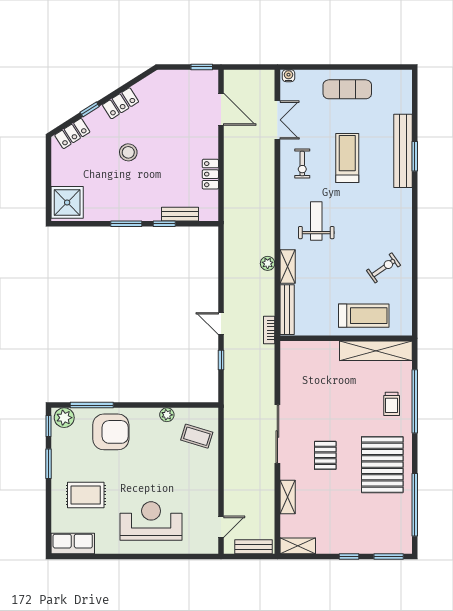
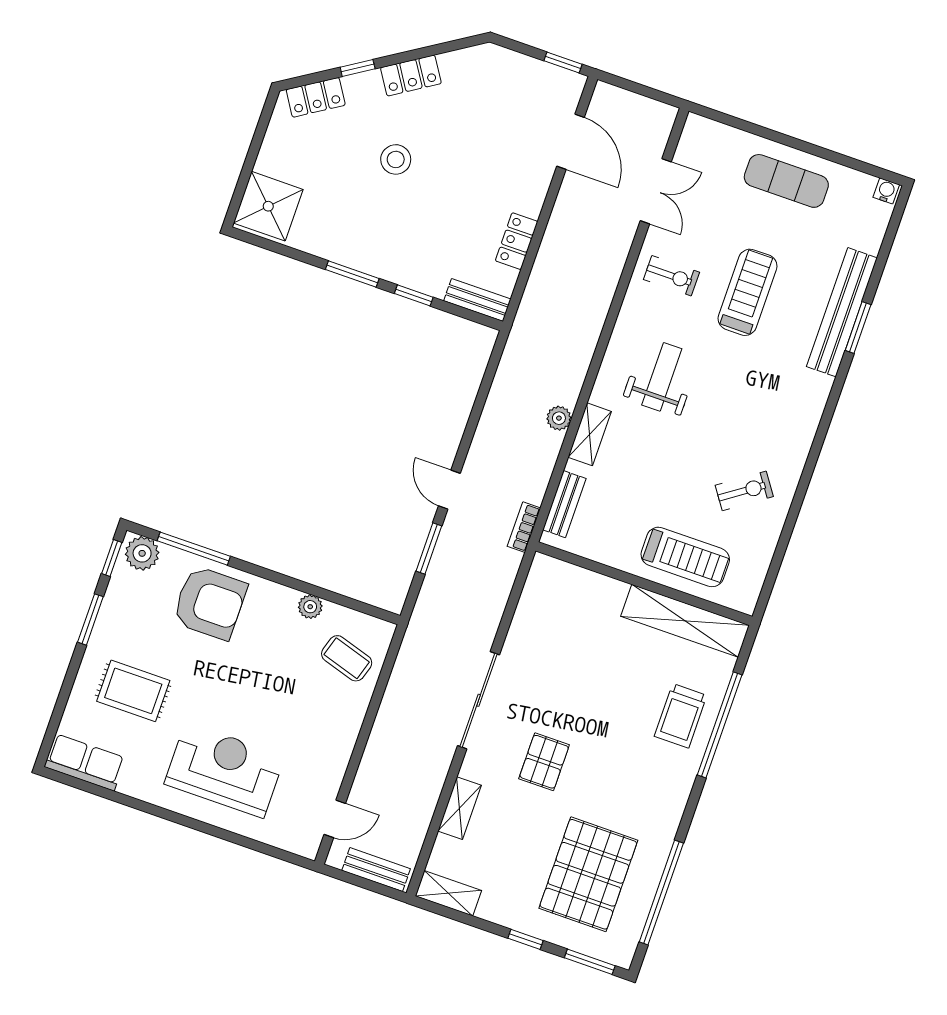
water cooler: (289, 76) -> (886, 191), moved
exercise bike: (302, 164) -> (672, 276), turned -90
bench: (180, 214) -> (477, 300), moved
bench: (287, 310) -> (564, 504), width x0.73
window: (221, 360) -> (429, 549), width x1.50
trolley: (392, 404) -> (681, 716), width x1.36, depth x1.39
pallet: (382, 465) -> (588, 874), moved

